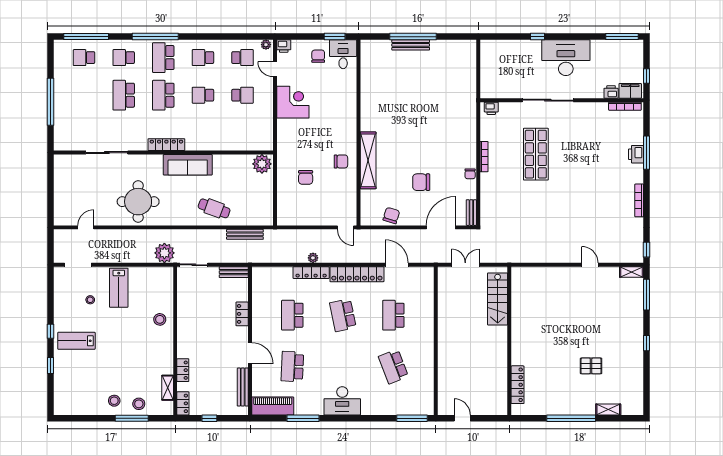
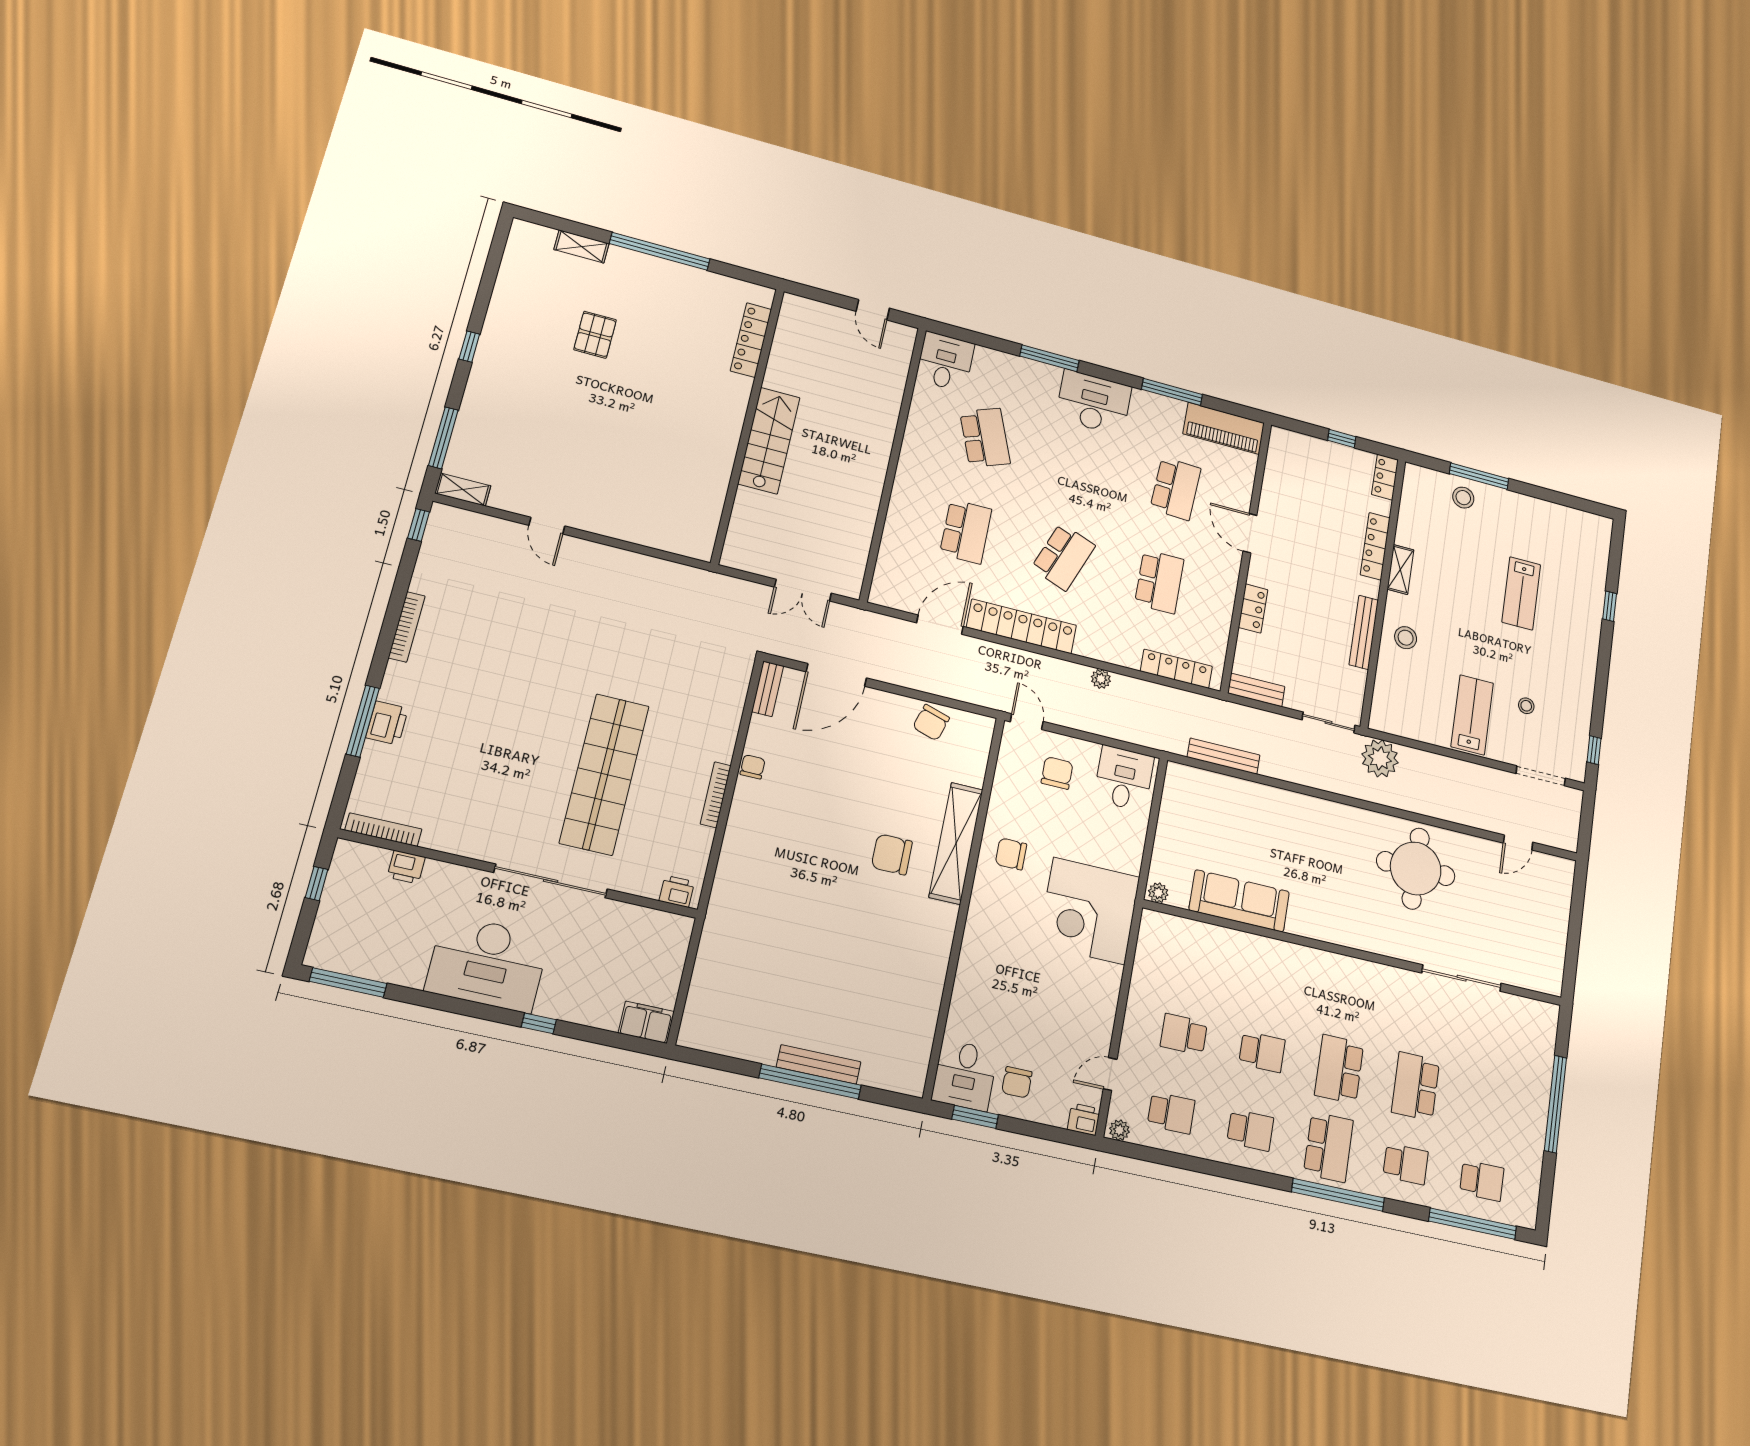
school desk: (243, 58) -> (1171, 1113), turned 180
door: (275, 69) -> (1110, 1074), swing flipped
filing cabinet: (630, 91) -> (646, 1022), moved, turned 180
school desk: (124, 95) -> (1416, 1086), turned 180
school desk: (163, 95) -> (1339, 1069), turned 180
corner desk: (293, 102) -> (1089, 911), moved, width x1.36, depth x1.36
locker: (166, 145) -> (1347, 968), removed
shop shelf: (536, 154) -> (604, 774), width x1.40
plant: (262, 164) -> (1158, 893), width x0.53, depth x0.53
sofa: (188, 165) -> (1239, 901), moved
chair: (306, 177) -> (1057, 773), moved
chair: (421, 182) -> (892, 854), moved, turned 180
cafe table: (214, 208) -> (1275, 821), removed
desk: (293, 211) -> (1124, 778), added
door: (397, 265) -> (940, 625), swing flipped
locker: (311, 273) -> (1176, 669), moved
stairs: (498, 299) -> (769, 441), moved
school desk: (343, 315) -> (1063, 557), turned 33
window: (50, 331) -> (1594, 750), moved
lab bench: (76, 341) -> (1521, 593), moved, turned 90
pallet: (591, 366) -> (595, 335), turned 90
locker: (183, 370) -> (1375, 546), width x1.53
bench: (243, 387) -> (1364, 632), moved
shelving: (168, 388) -> (1400, 569), moved
stool: (114, 401) -> (1506, 515), removed
desk: (421, 401) -> (945, 362), added
window: (412, 418) -> (1049, 358), moved

